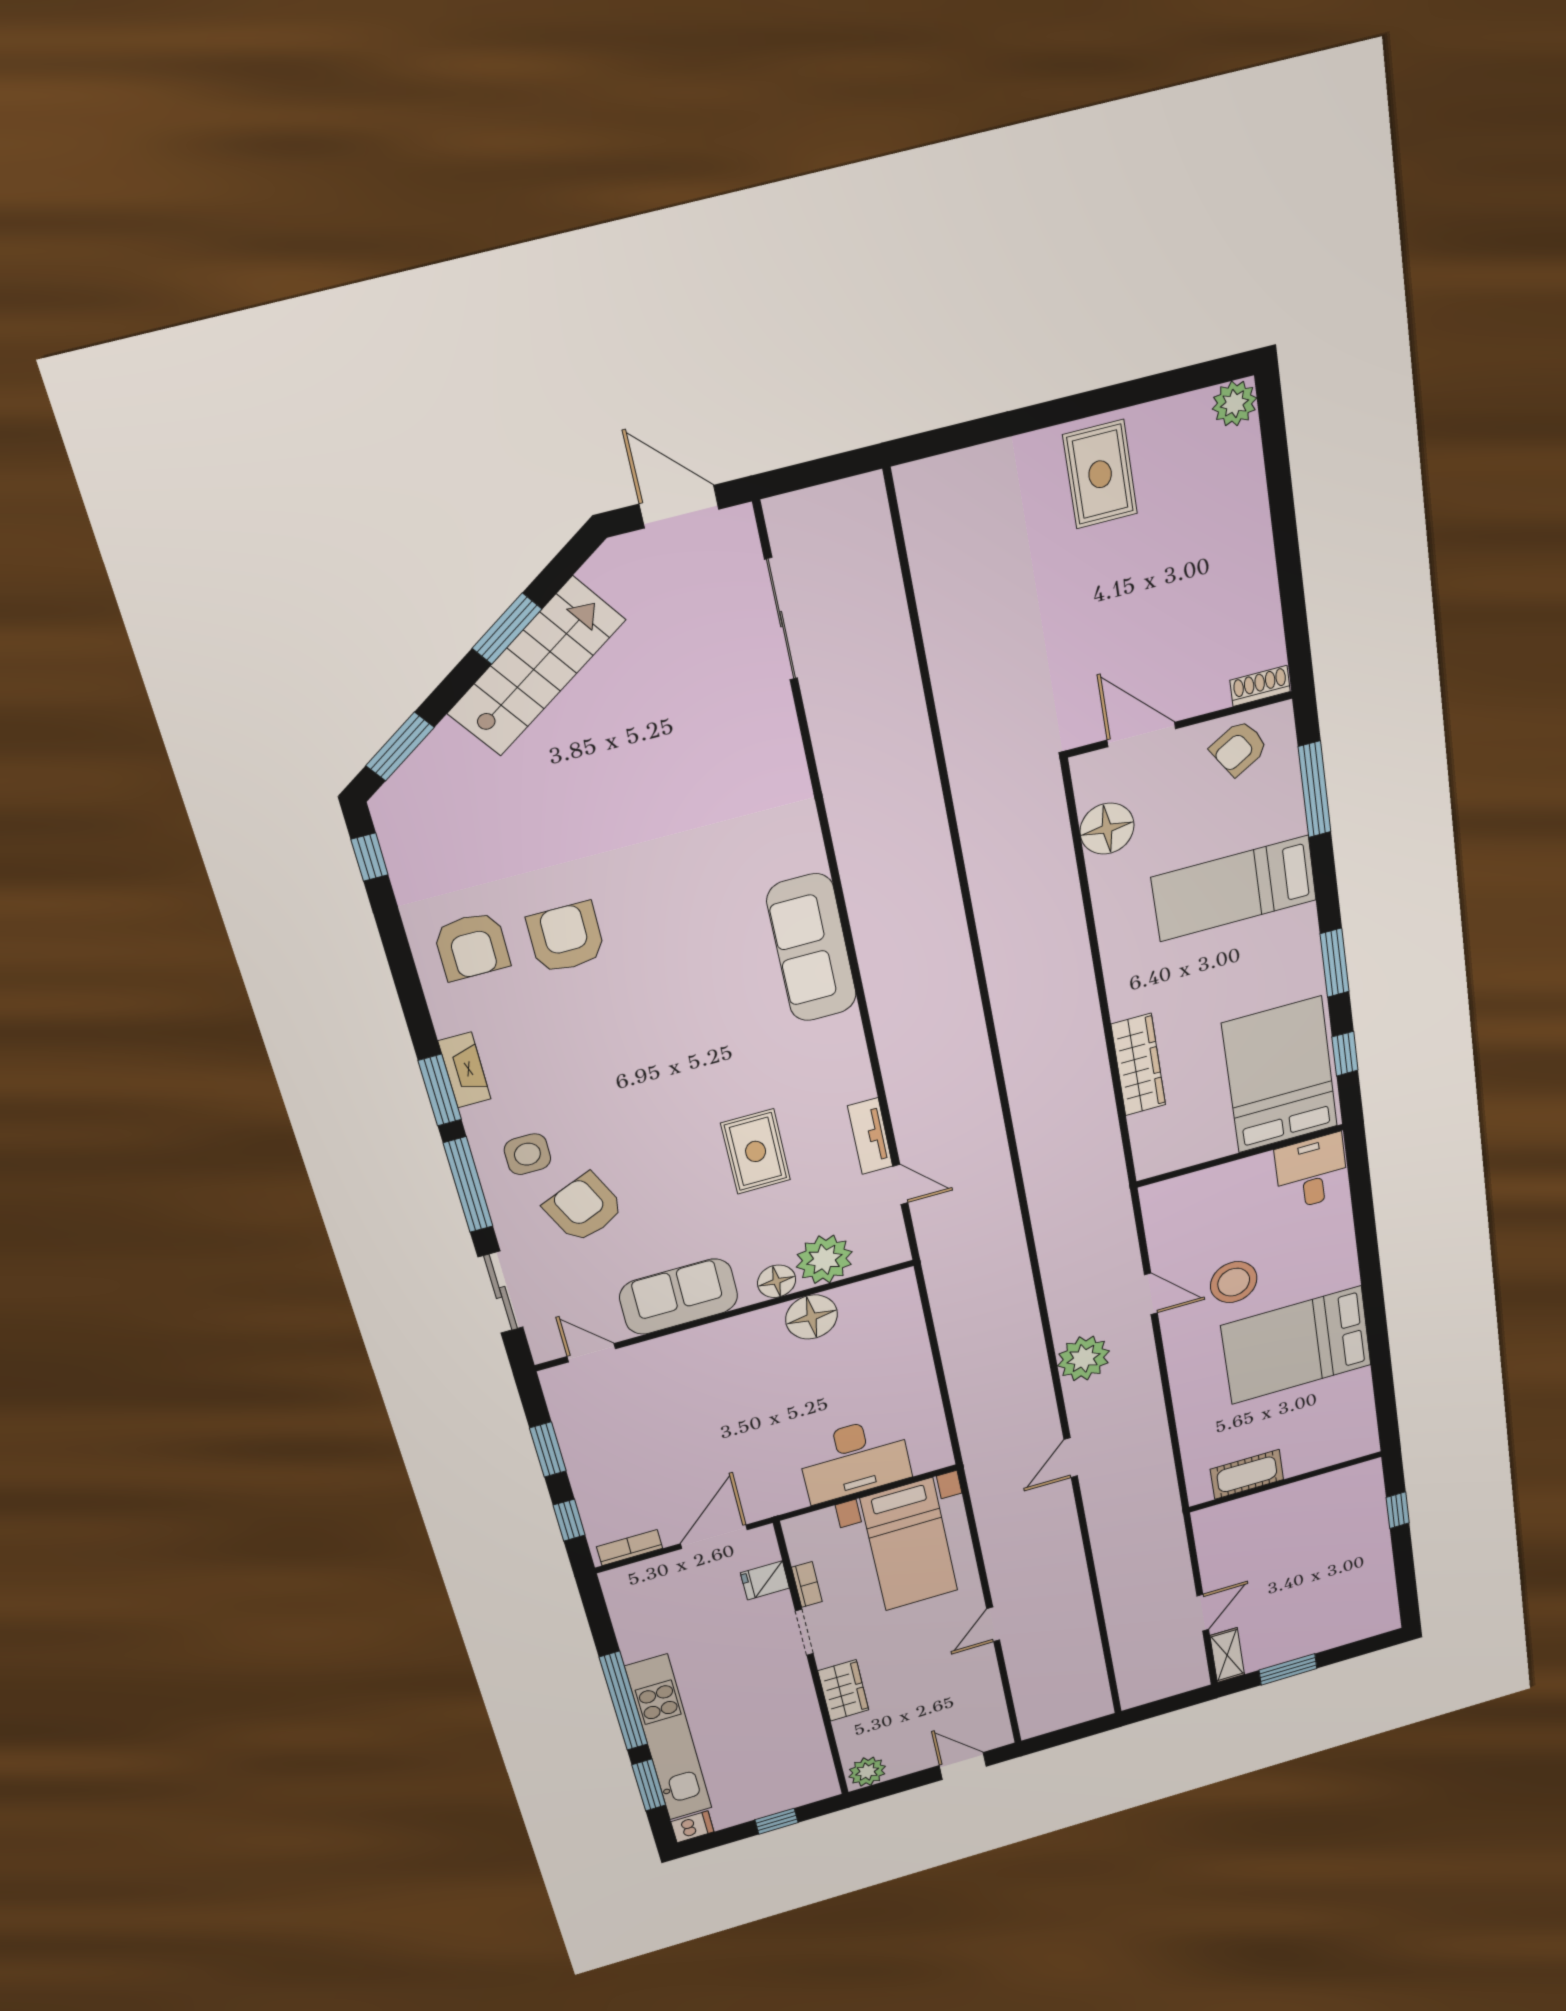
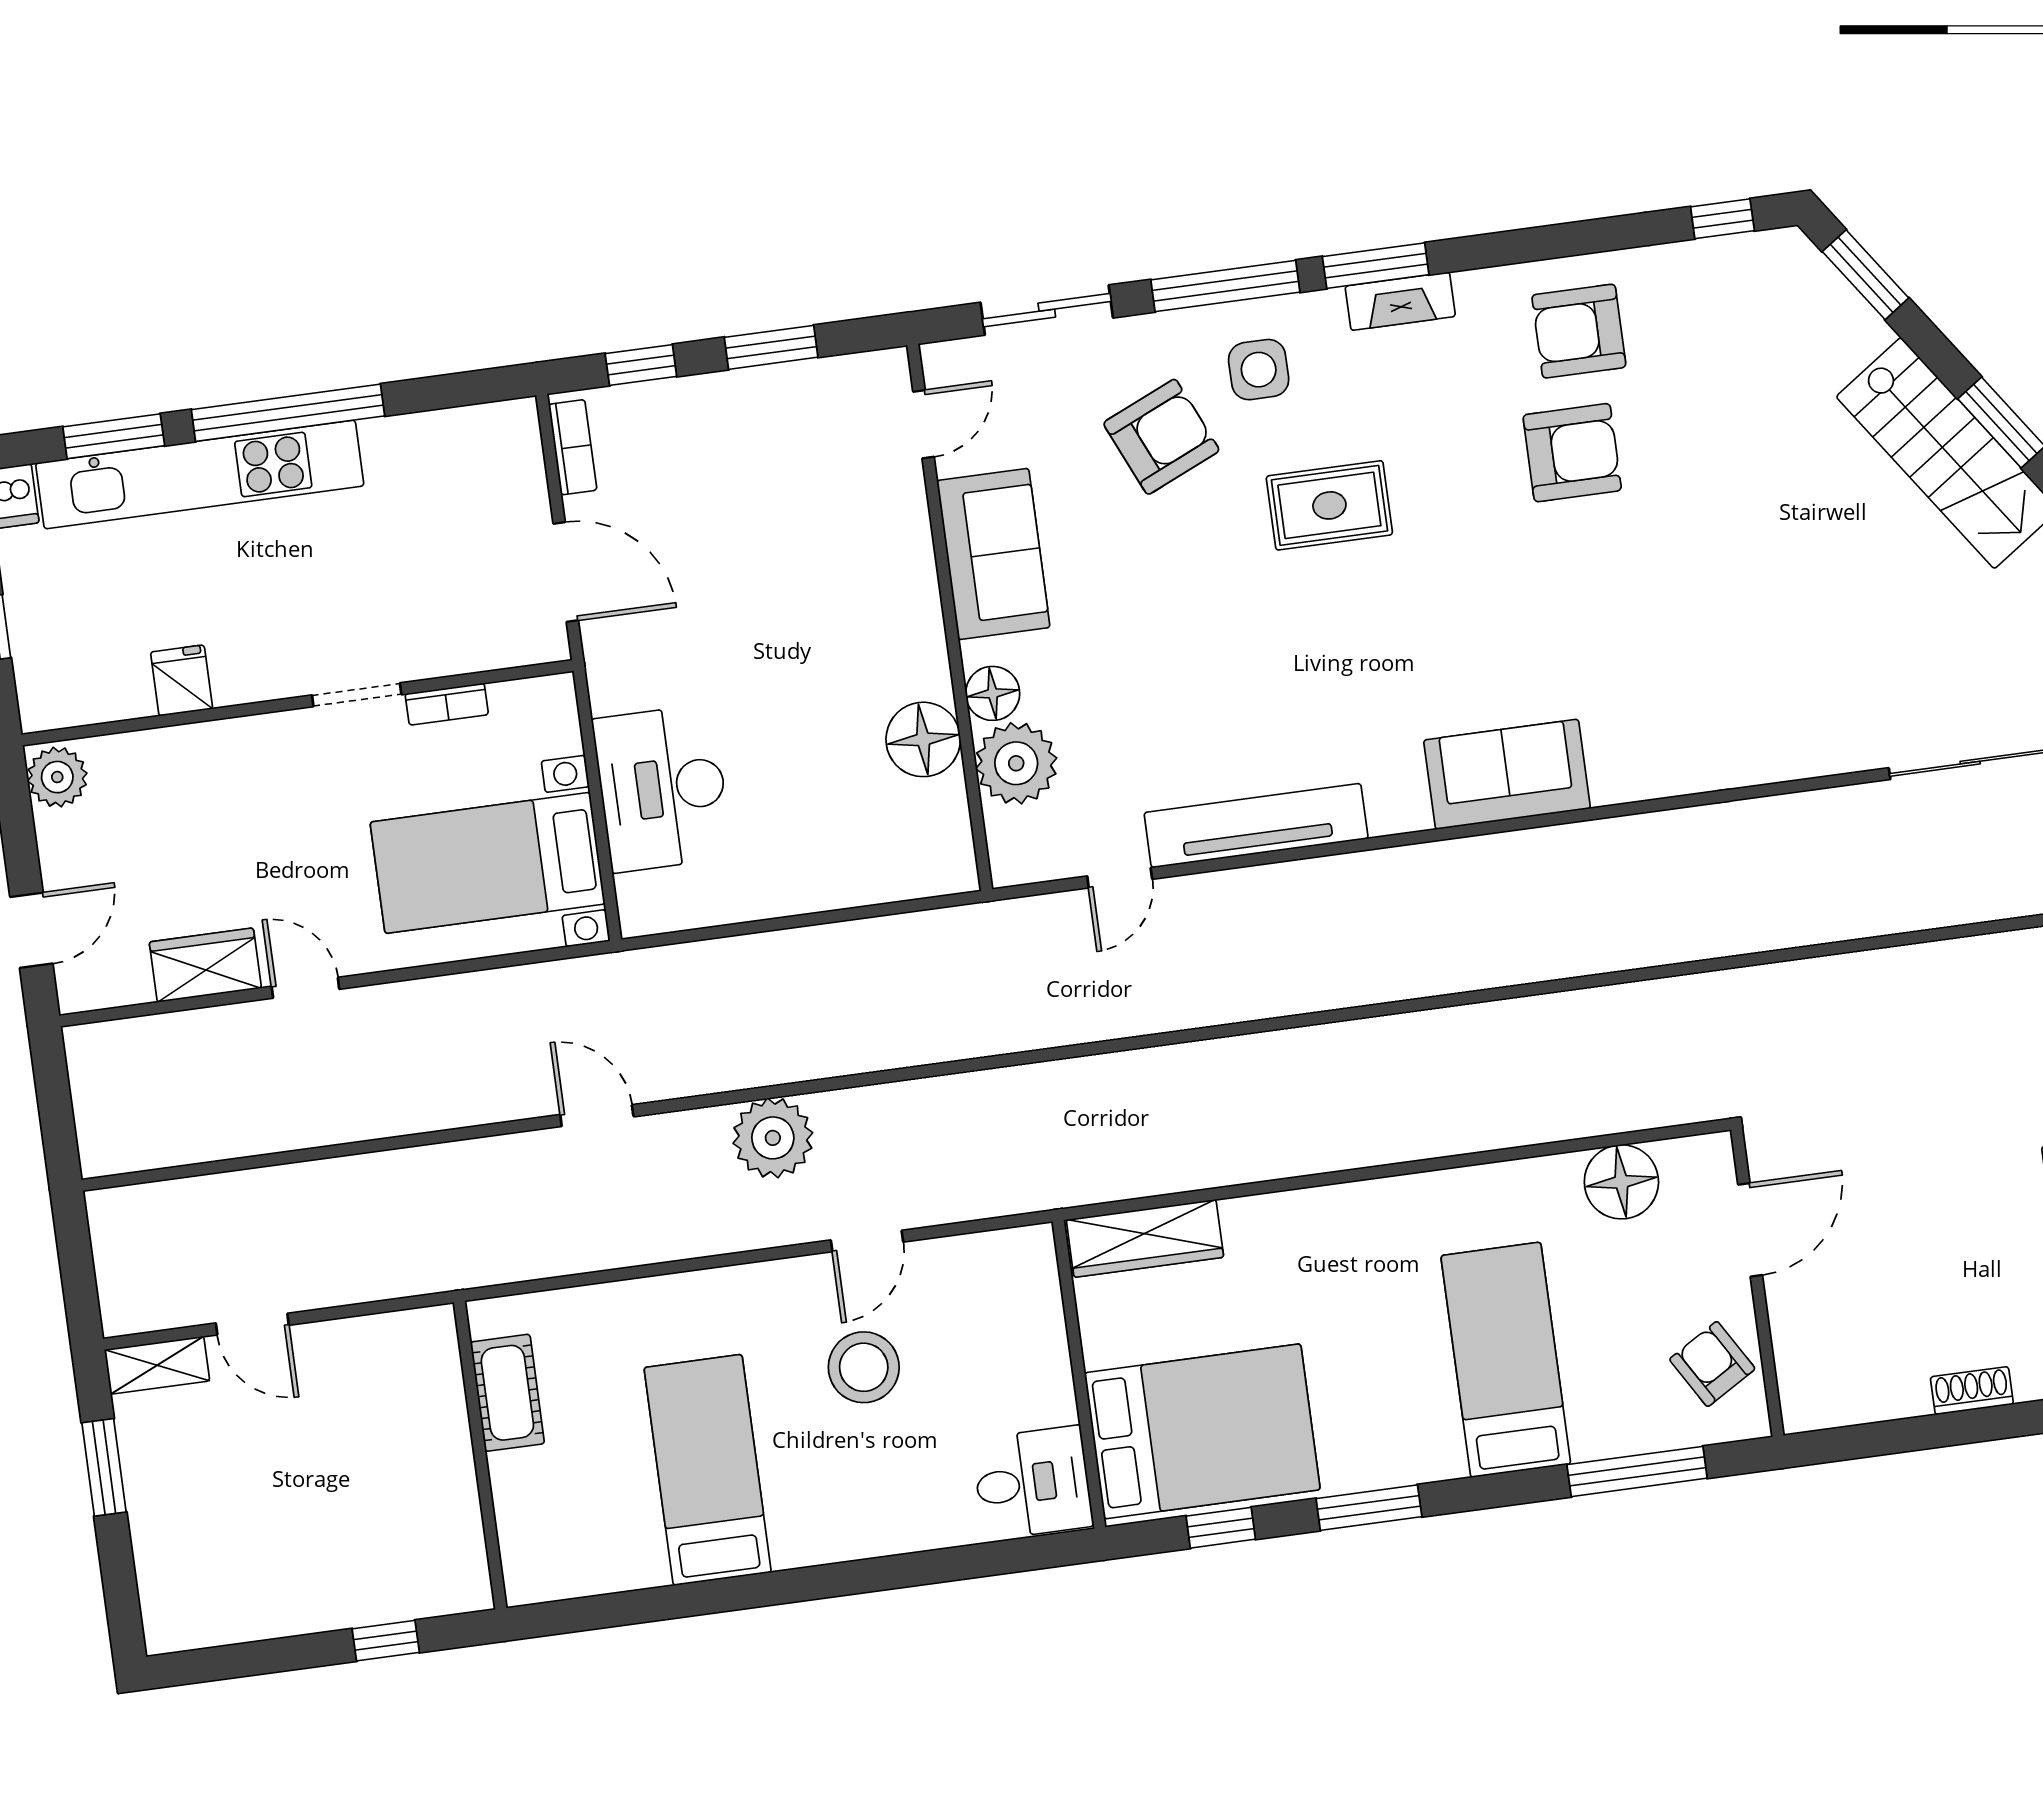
shoe rack: (1260, 686) -> (1972, 1391), moved, turned -90
sofa: (812, 948) -> (1507, 774), width x0.73
wardrobe: (1138, 1065) -> (1145, 1238), moved
tv unit: (870, 1136) -> (1256, 826), width x1.92, depth x1.29
rug: (756, 1151) -> (1329, 505), moved
bed: (1296, 1345) -> (708, 1470), width x0.67
fridge: (765, 1580) -> (182, 680), moved
wardrobe: (843, 1690) -> (205, 965), moved, turned 180

